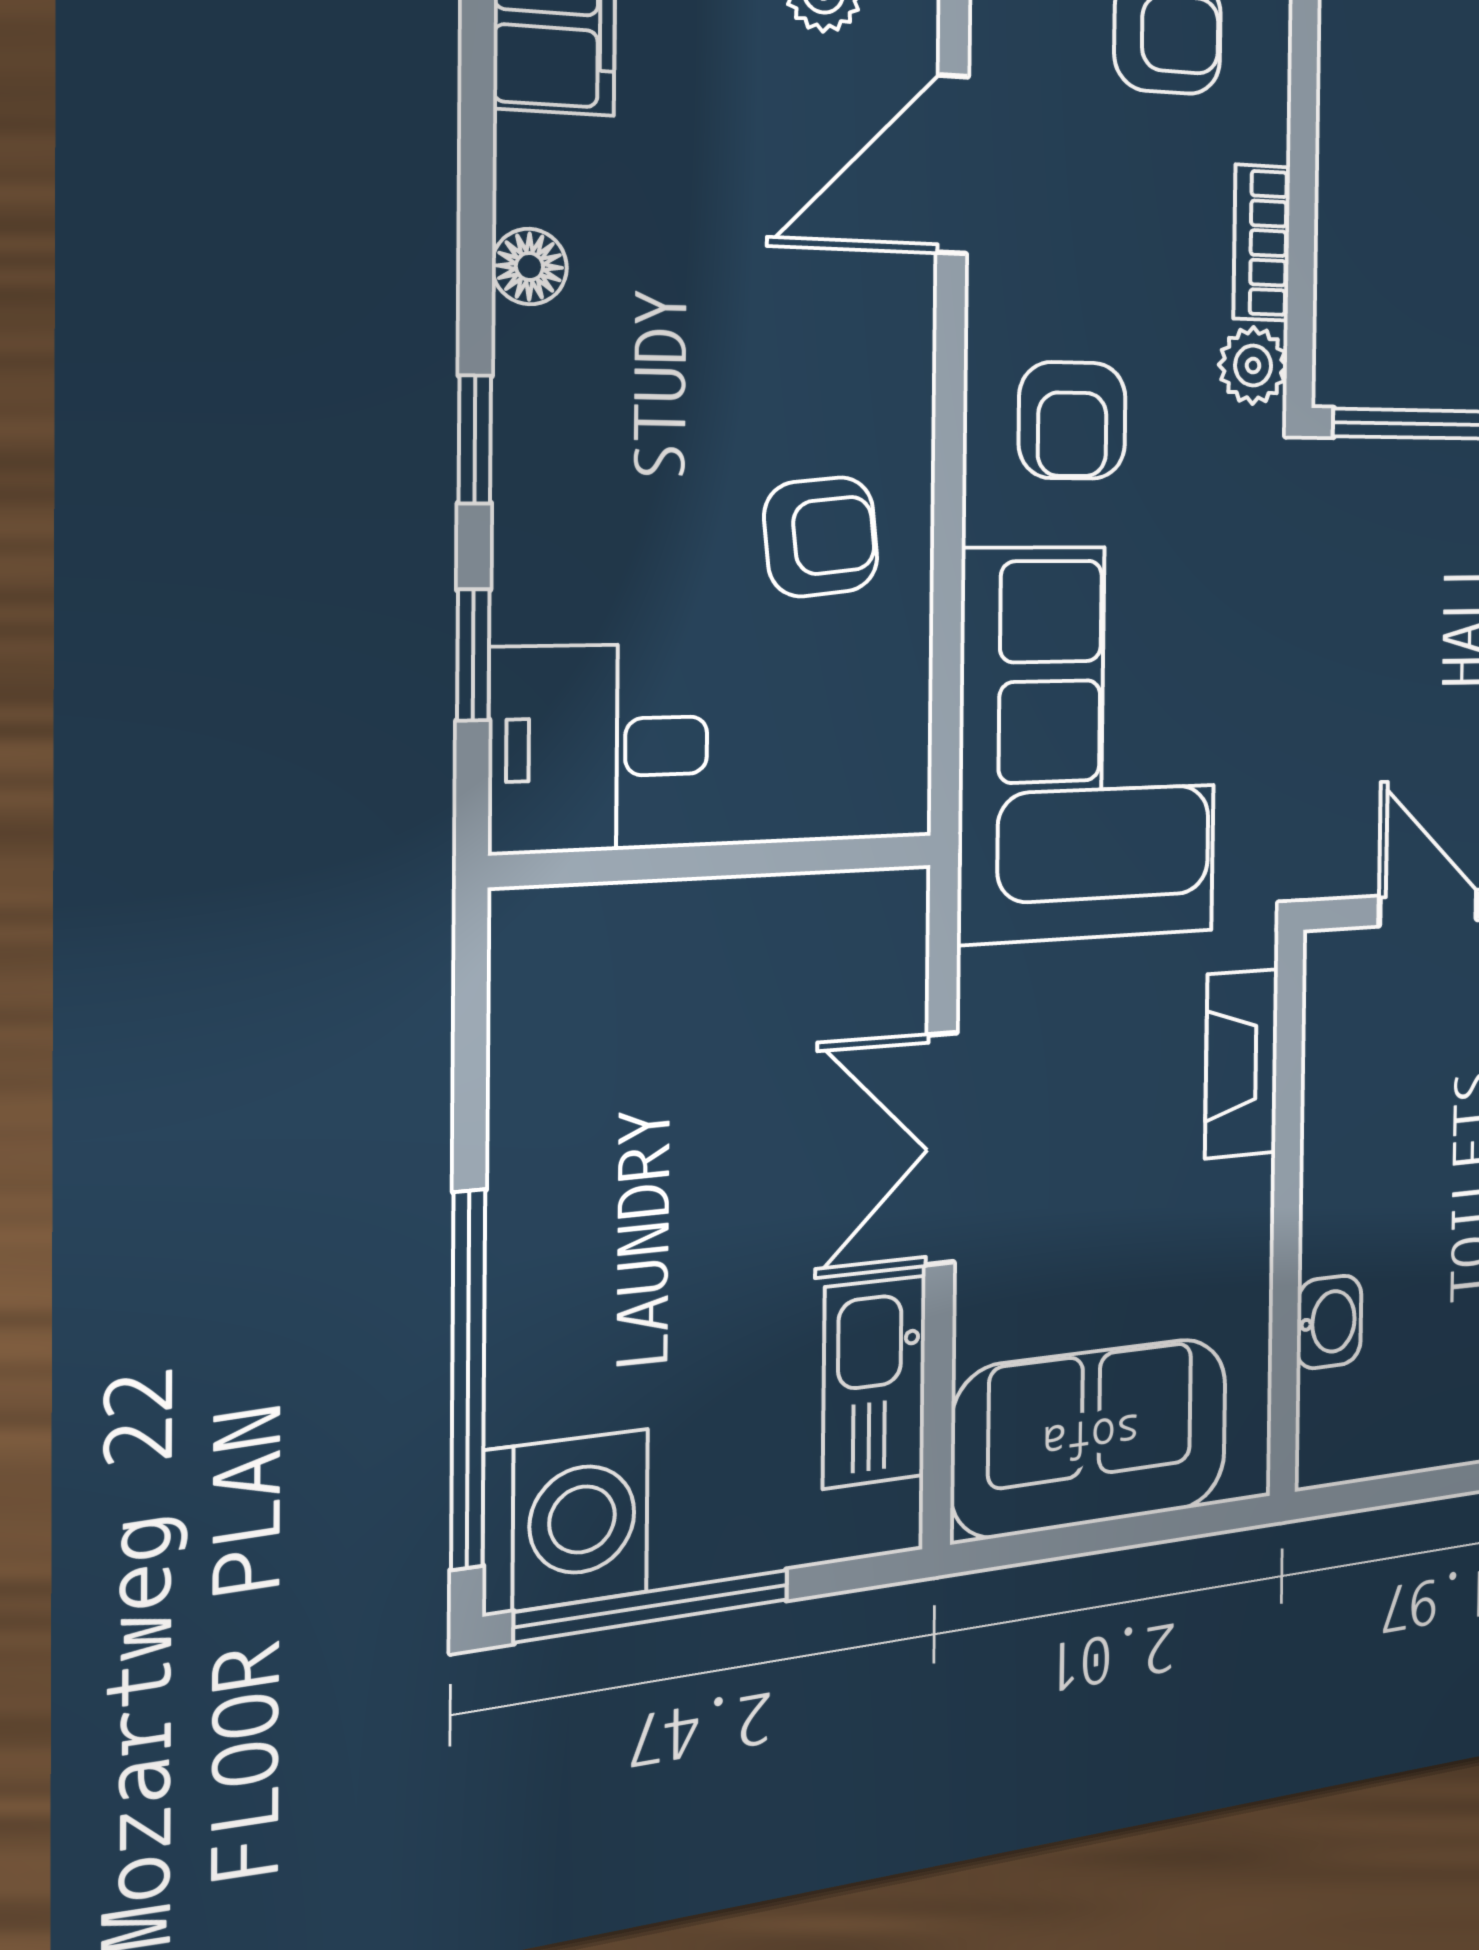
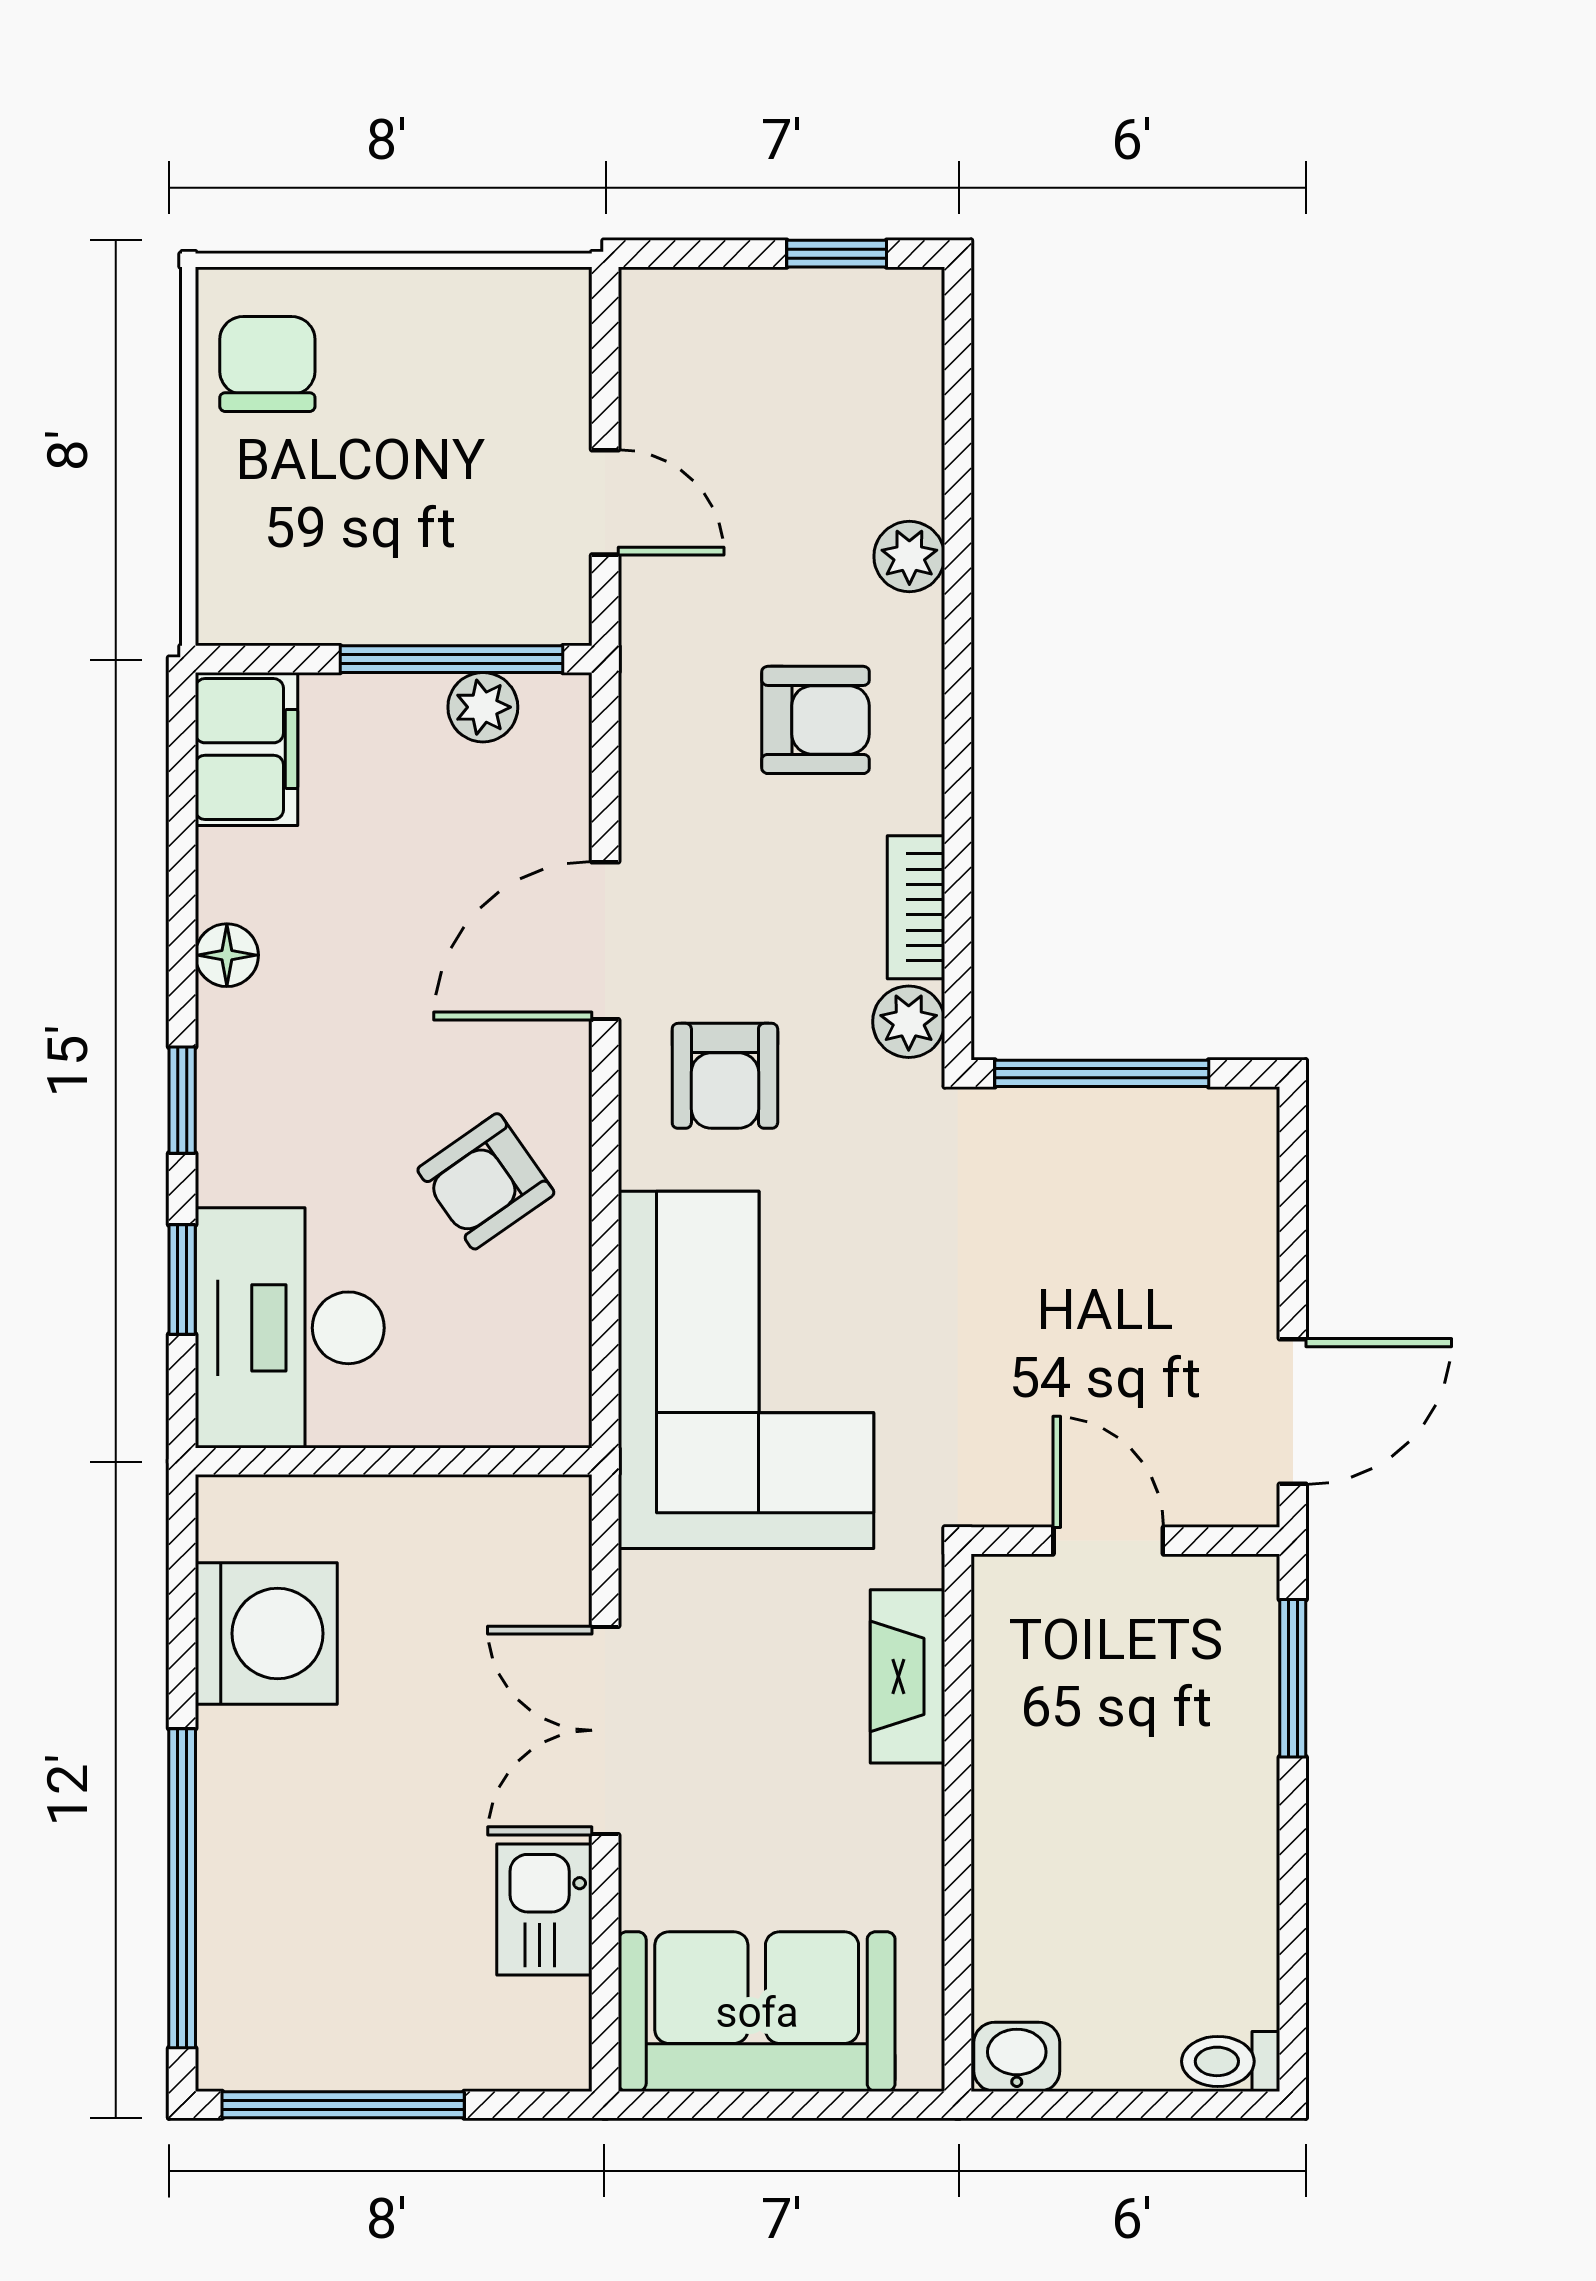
door: (952, 164) -> (605, 941), moved
armchair: (821, 537) -> (486, 1181), turned 151
desk: (599, 748) -> (290, 1328), width x1.37
washbasin: (1329, 1322) -> (1017, 2057), moved, turned -90
kitchen sink: (874, 1382) -> (544, 1909), width x0.73
washing machine: (566, 1522) -> (266, 1633), moved

